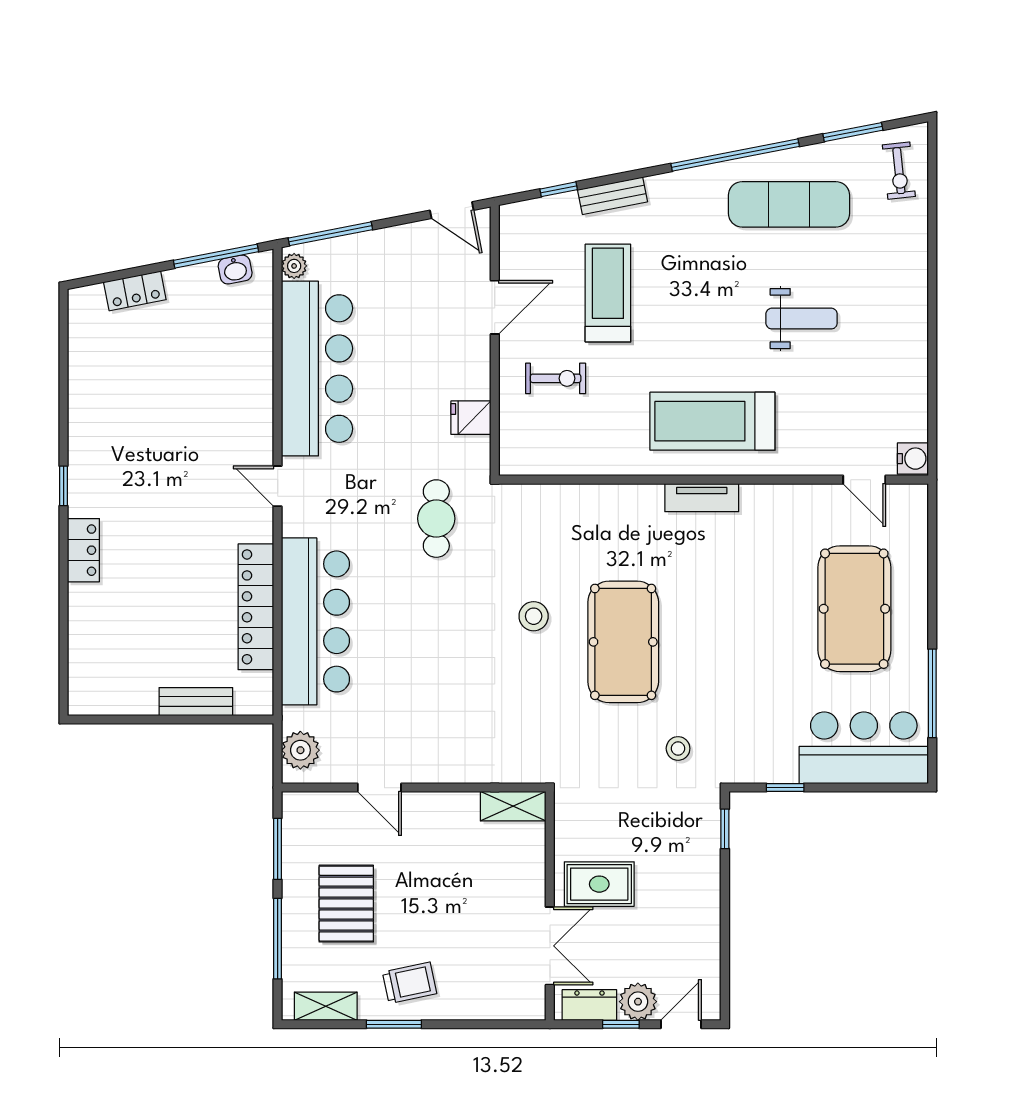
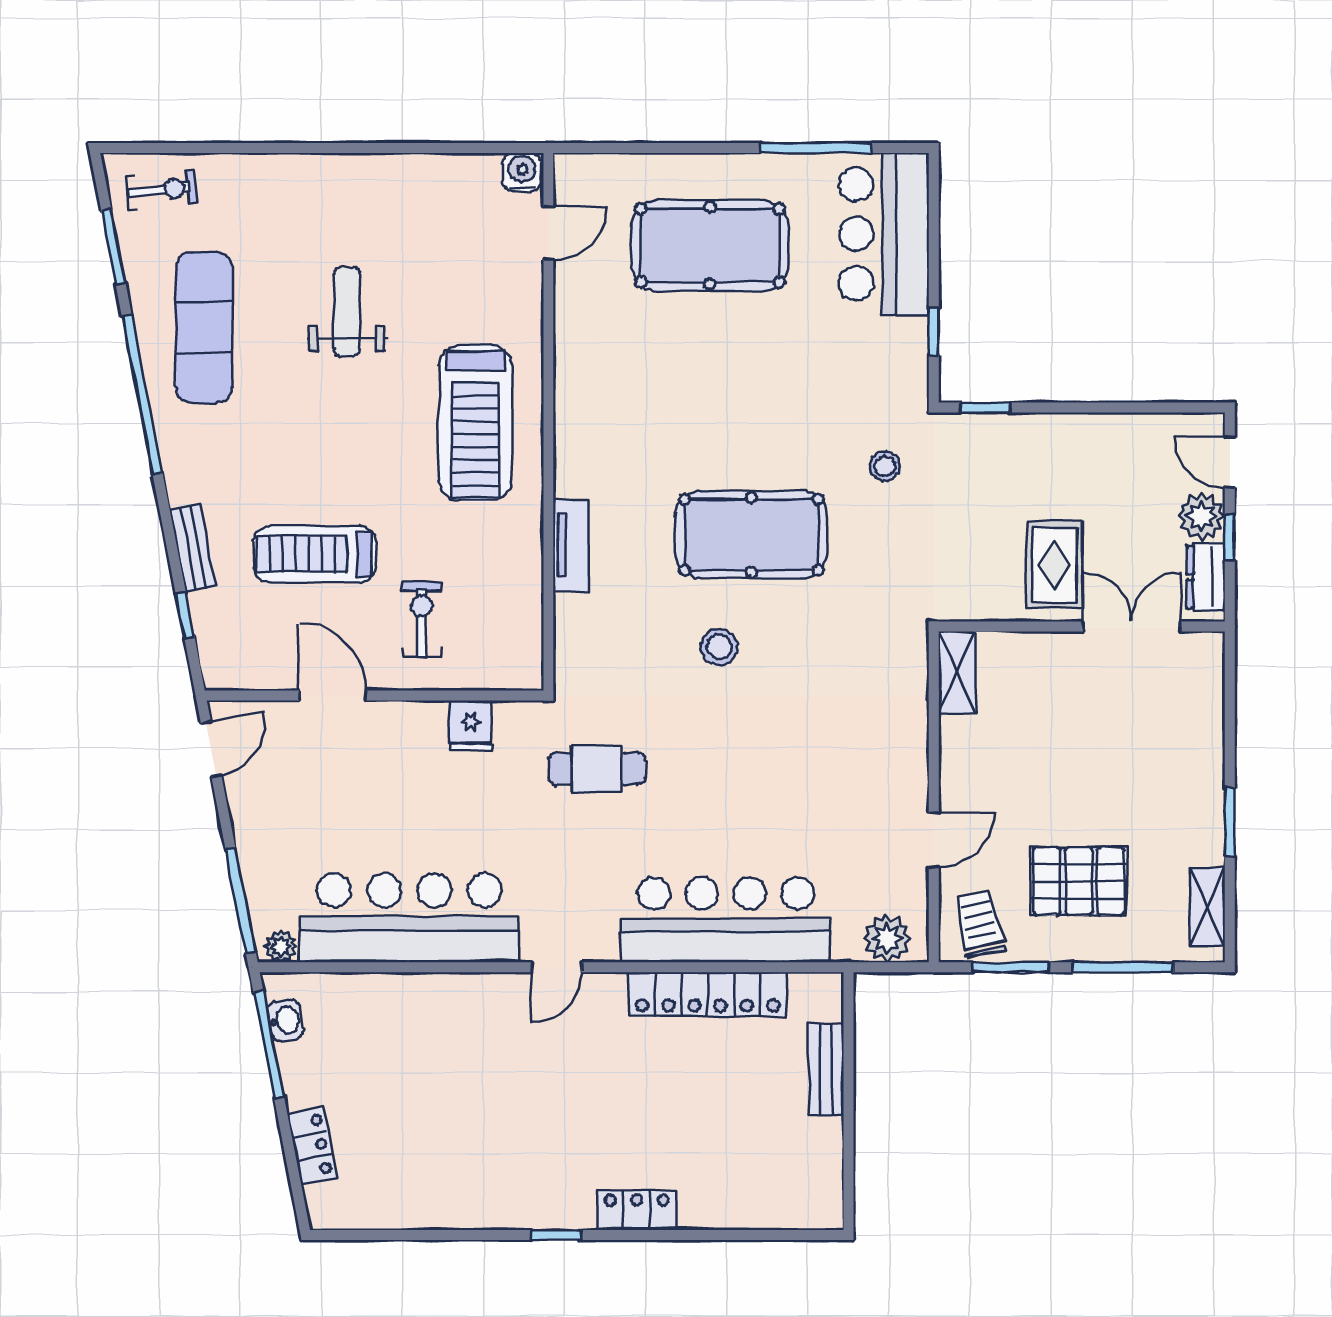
tv unit: (702, 498) -> (571, 545), moved
trolley: (410, 983) -> (980, 924), moved

